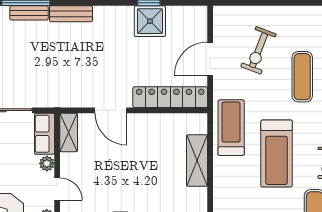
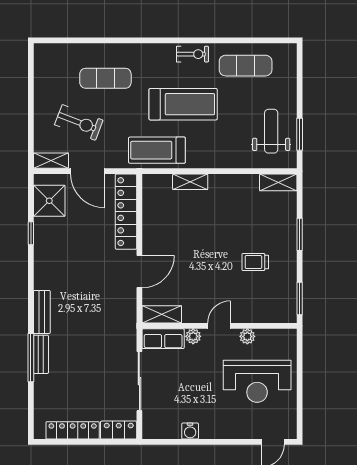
shower: (150, 21) -> (49, 201), moved
shelving: (221, 23) -> (51, 161), added
shelving: (197, 161) -> (190, 182), width x0.67, depth x0.75

